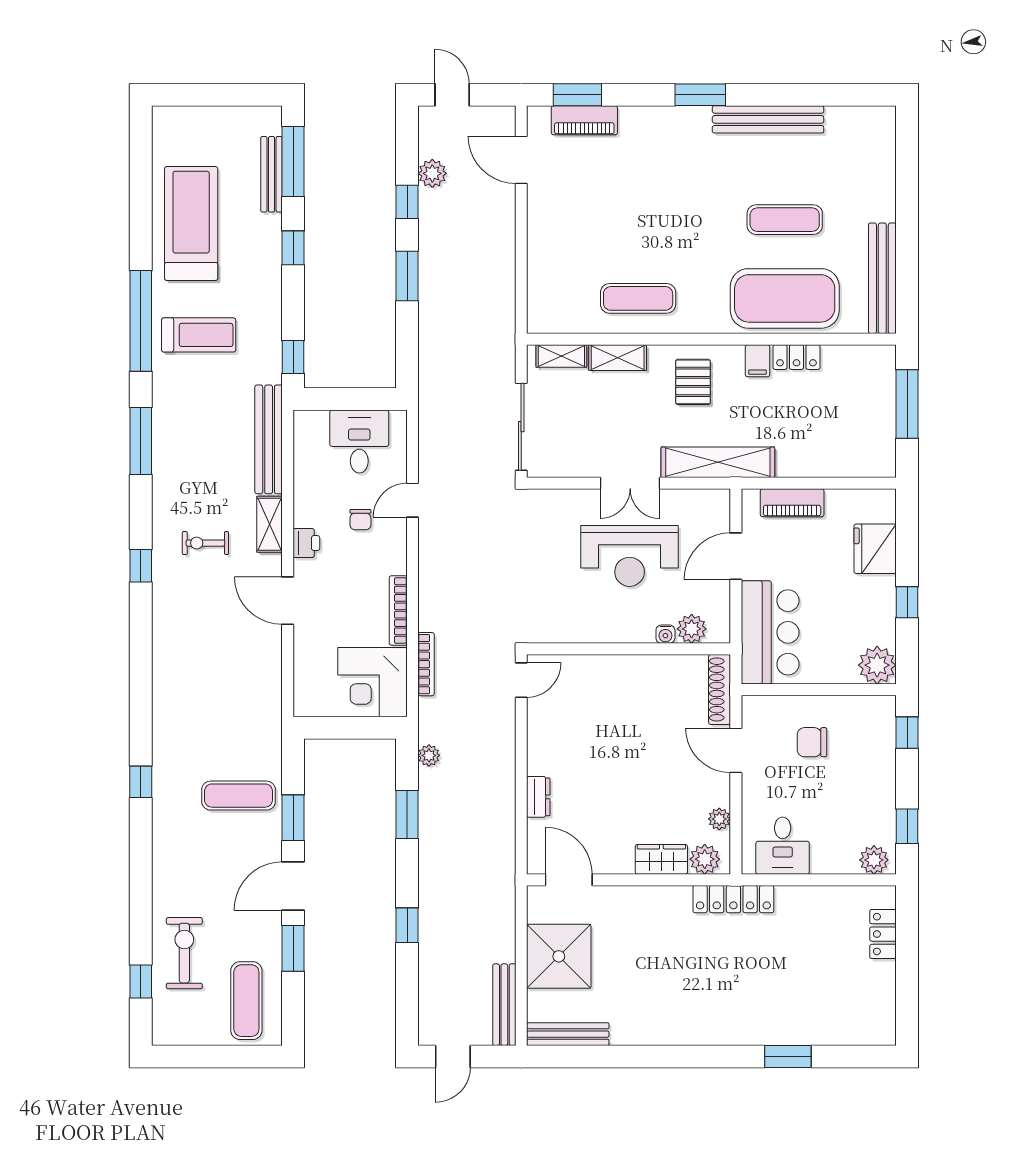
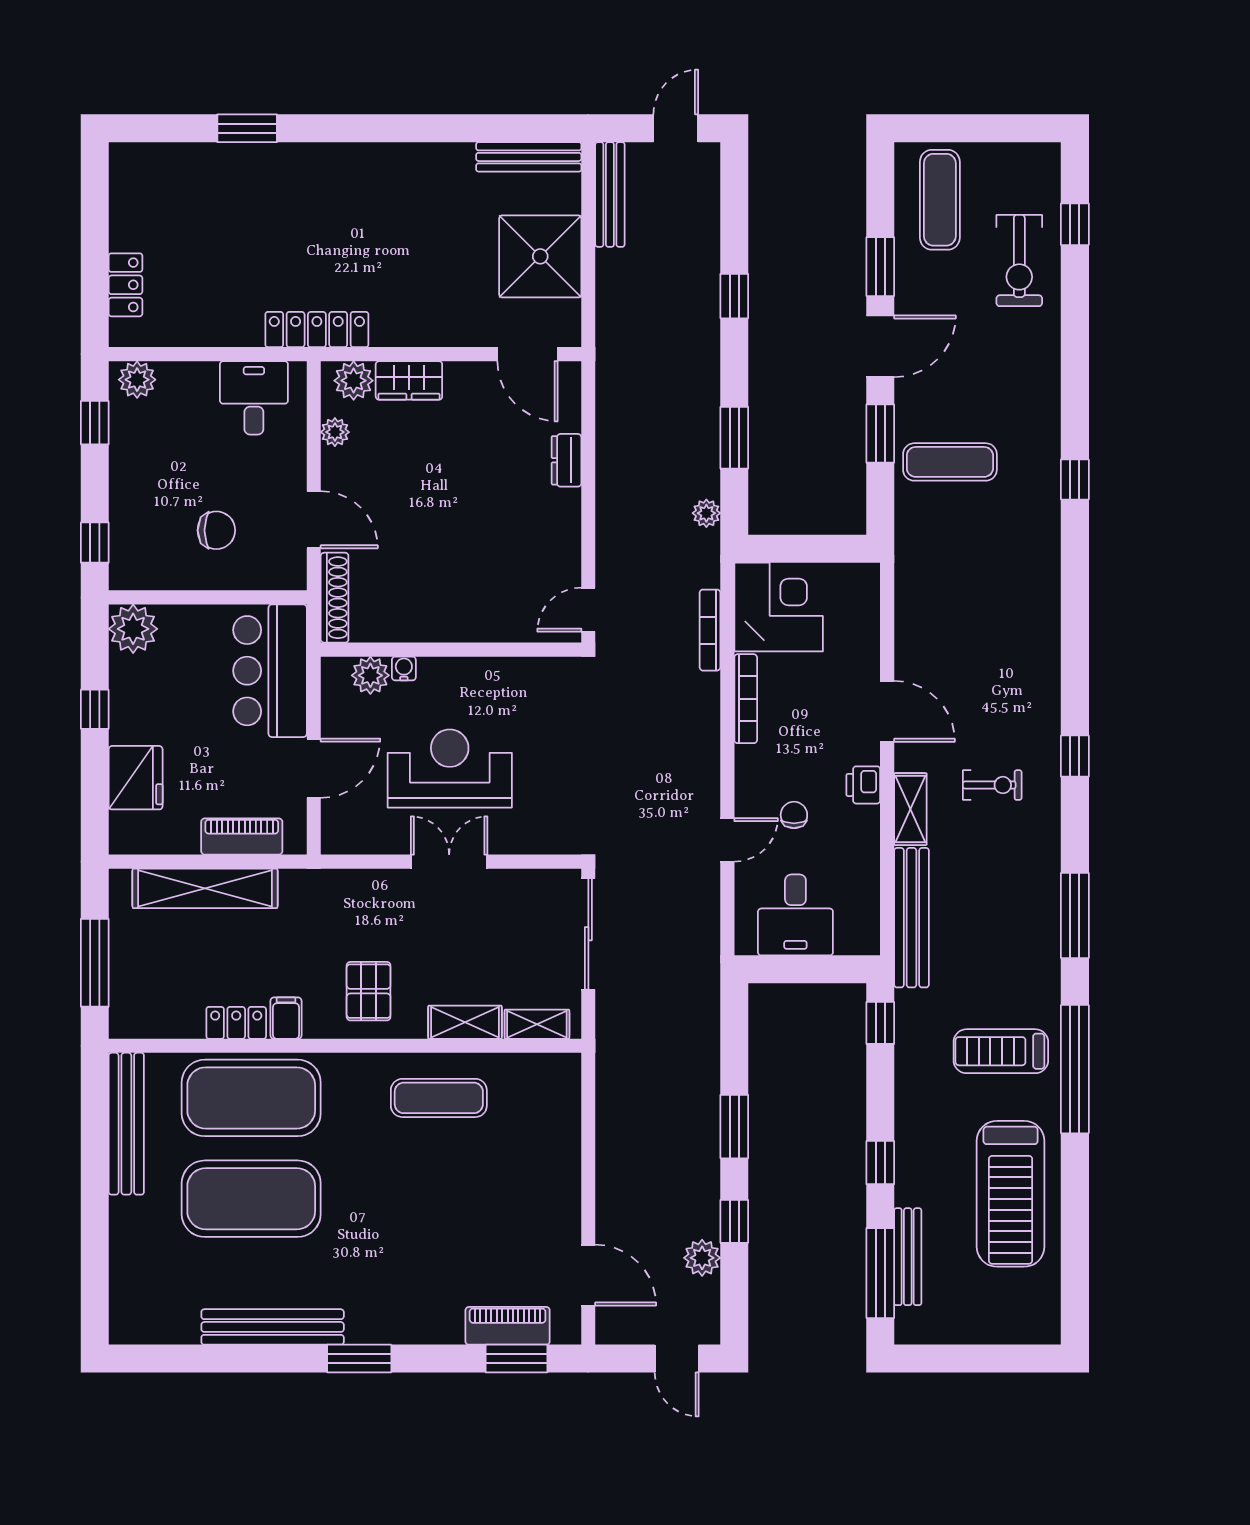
exercise mat: (785, 220) -> (251, 1199), width x2.00, depth x1.45
shelving: (718, 462) -> (205, 888), moved

